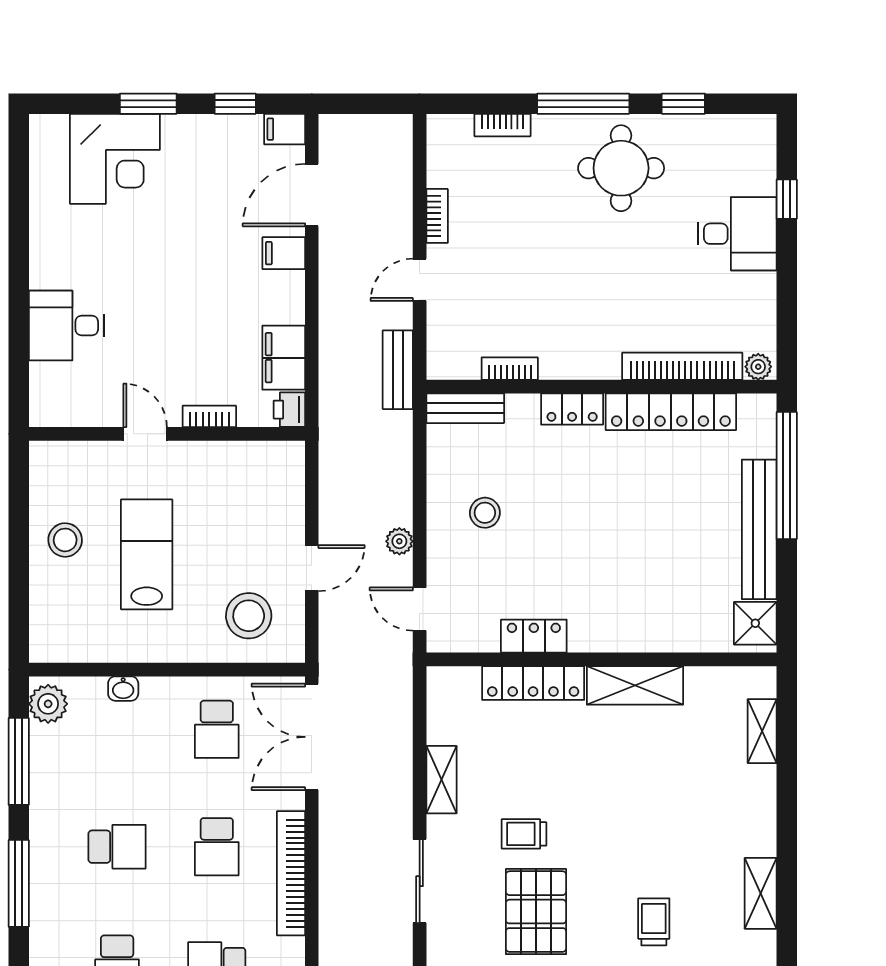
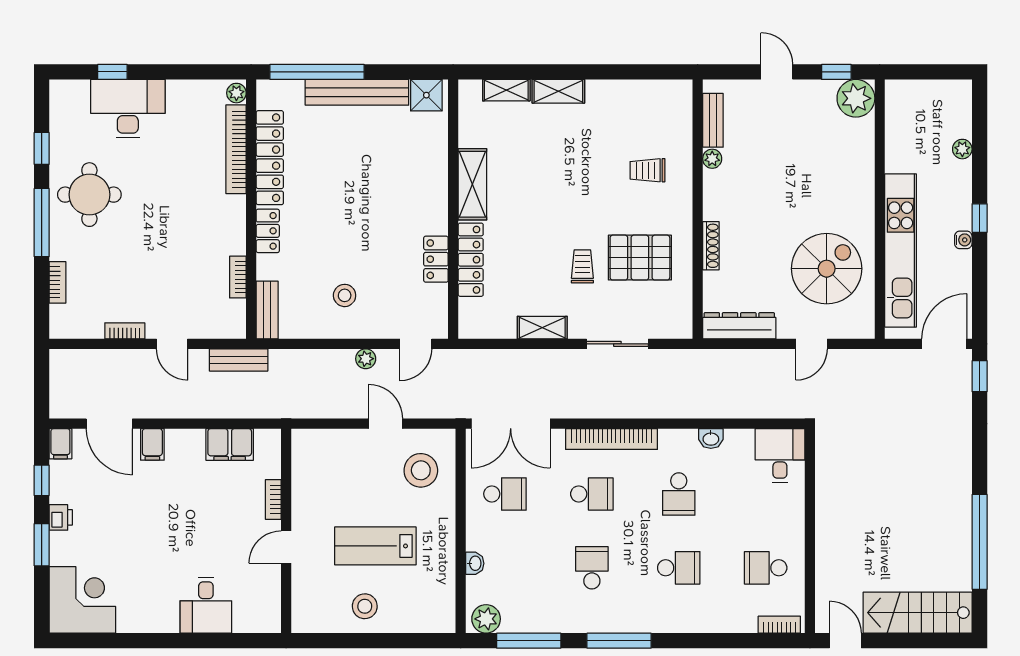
corner desk: (115, 159) -> (82, 600), moved
desk: (737, 234) -> (128, 109), width x1.37
printer: (289, 410) -> (61, 517), moved, turned -90
trolley: (524, 834) -> (582, 266), turned 180
shelving: (761, 893) -> (558, 91), moved

